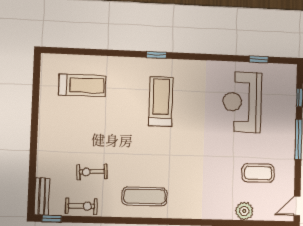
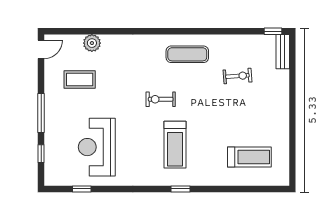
treadmill: (82, 85) -> (249, 157), turned 180
reception desk: (242, 102) -> (97, 147), turned 180
exercise bike: (81, 206) -> (161, 99), moved

